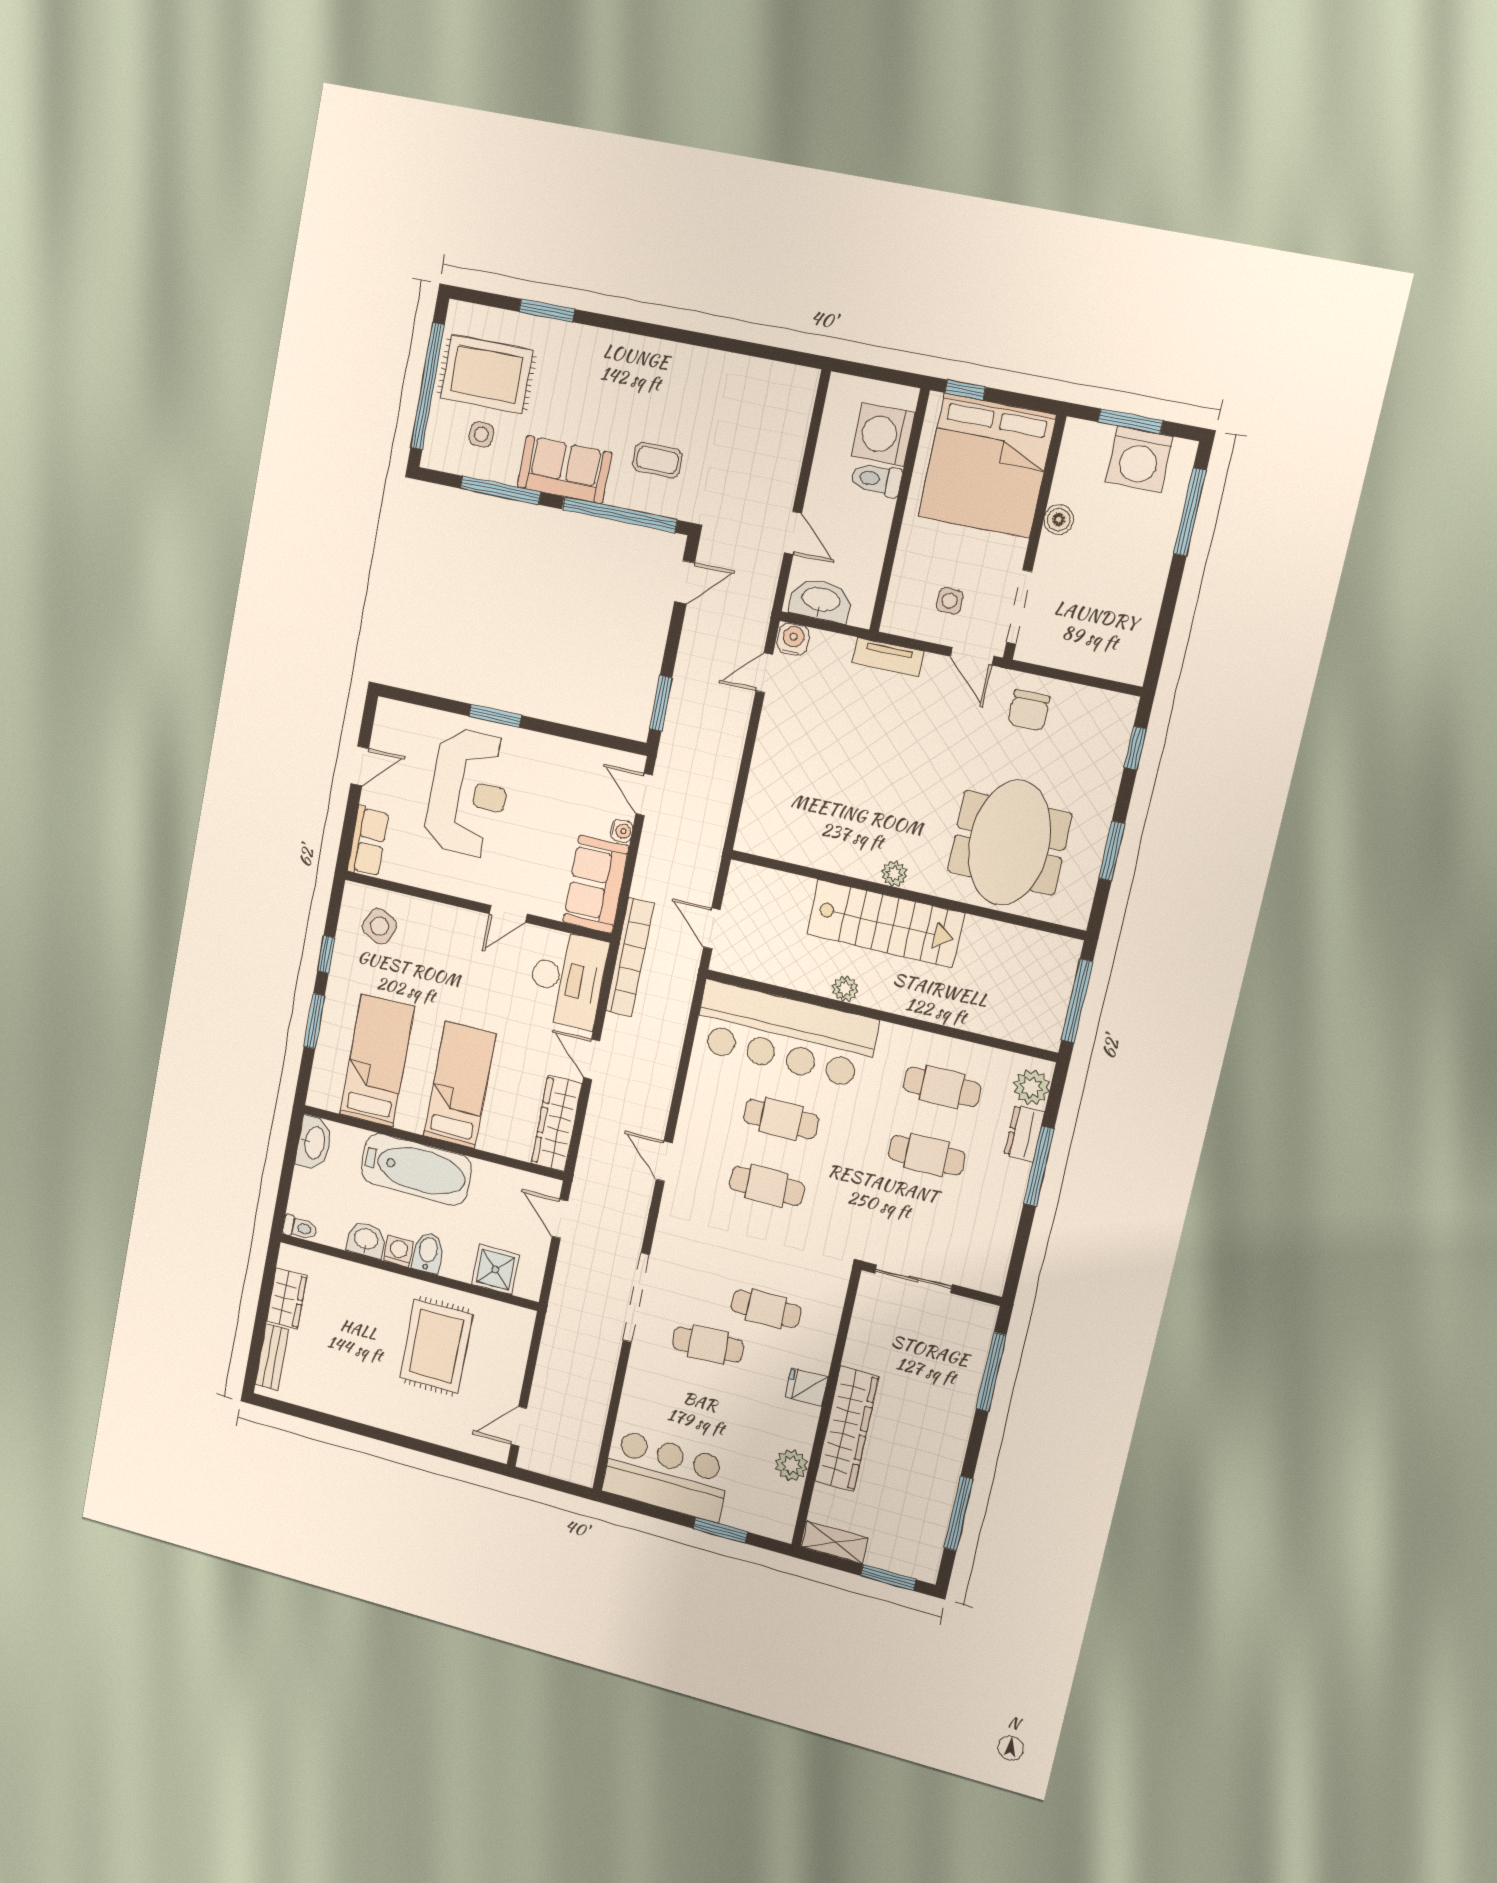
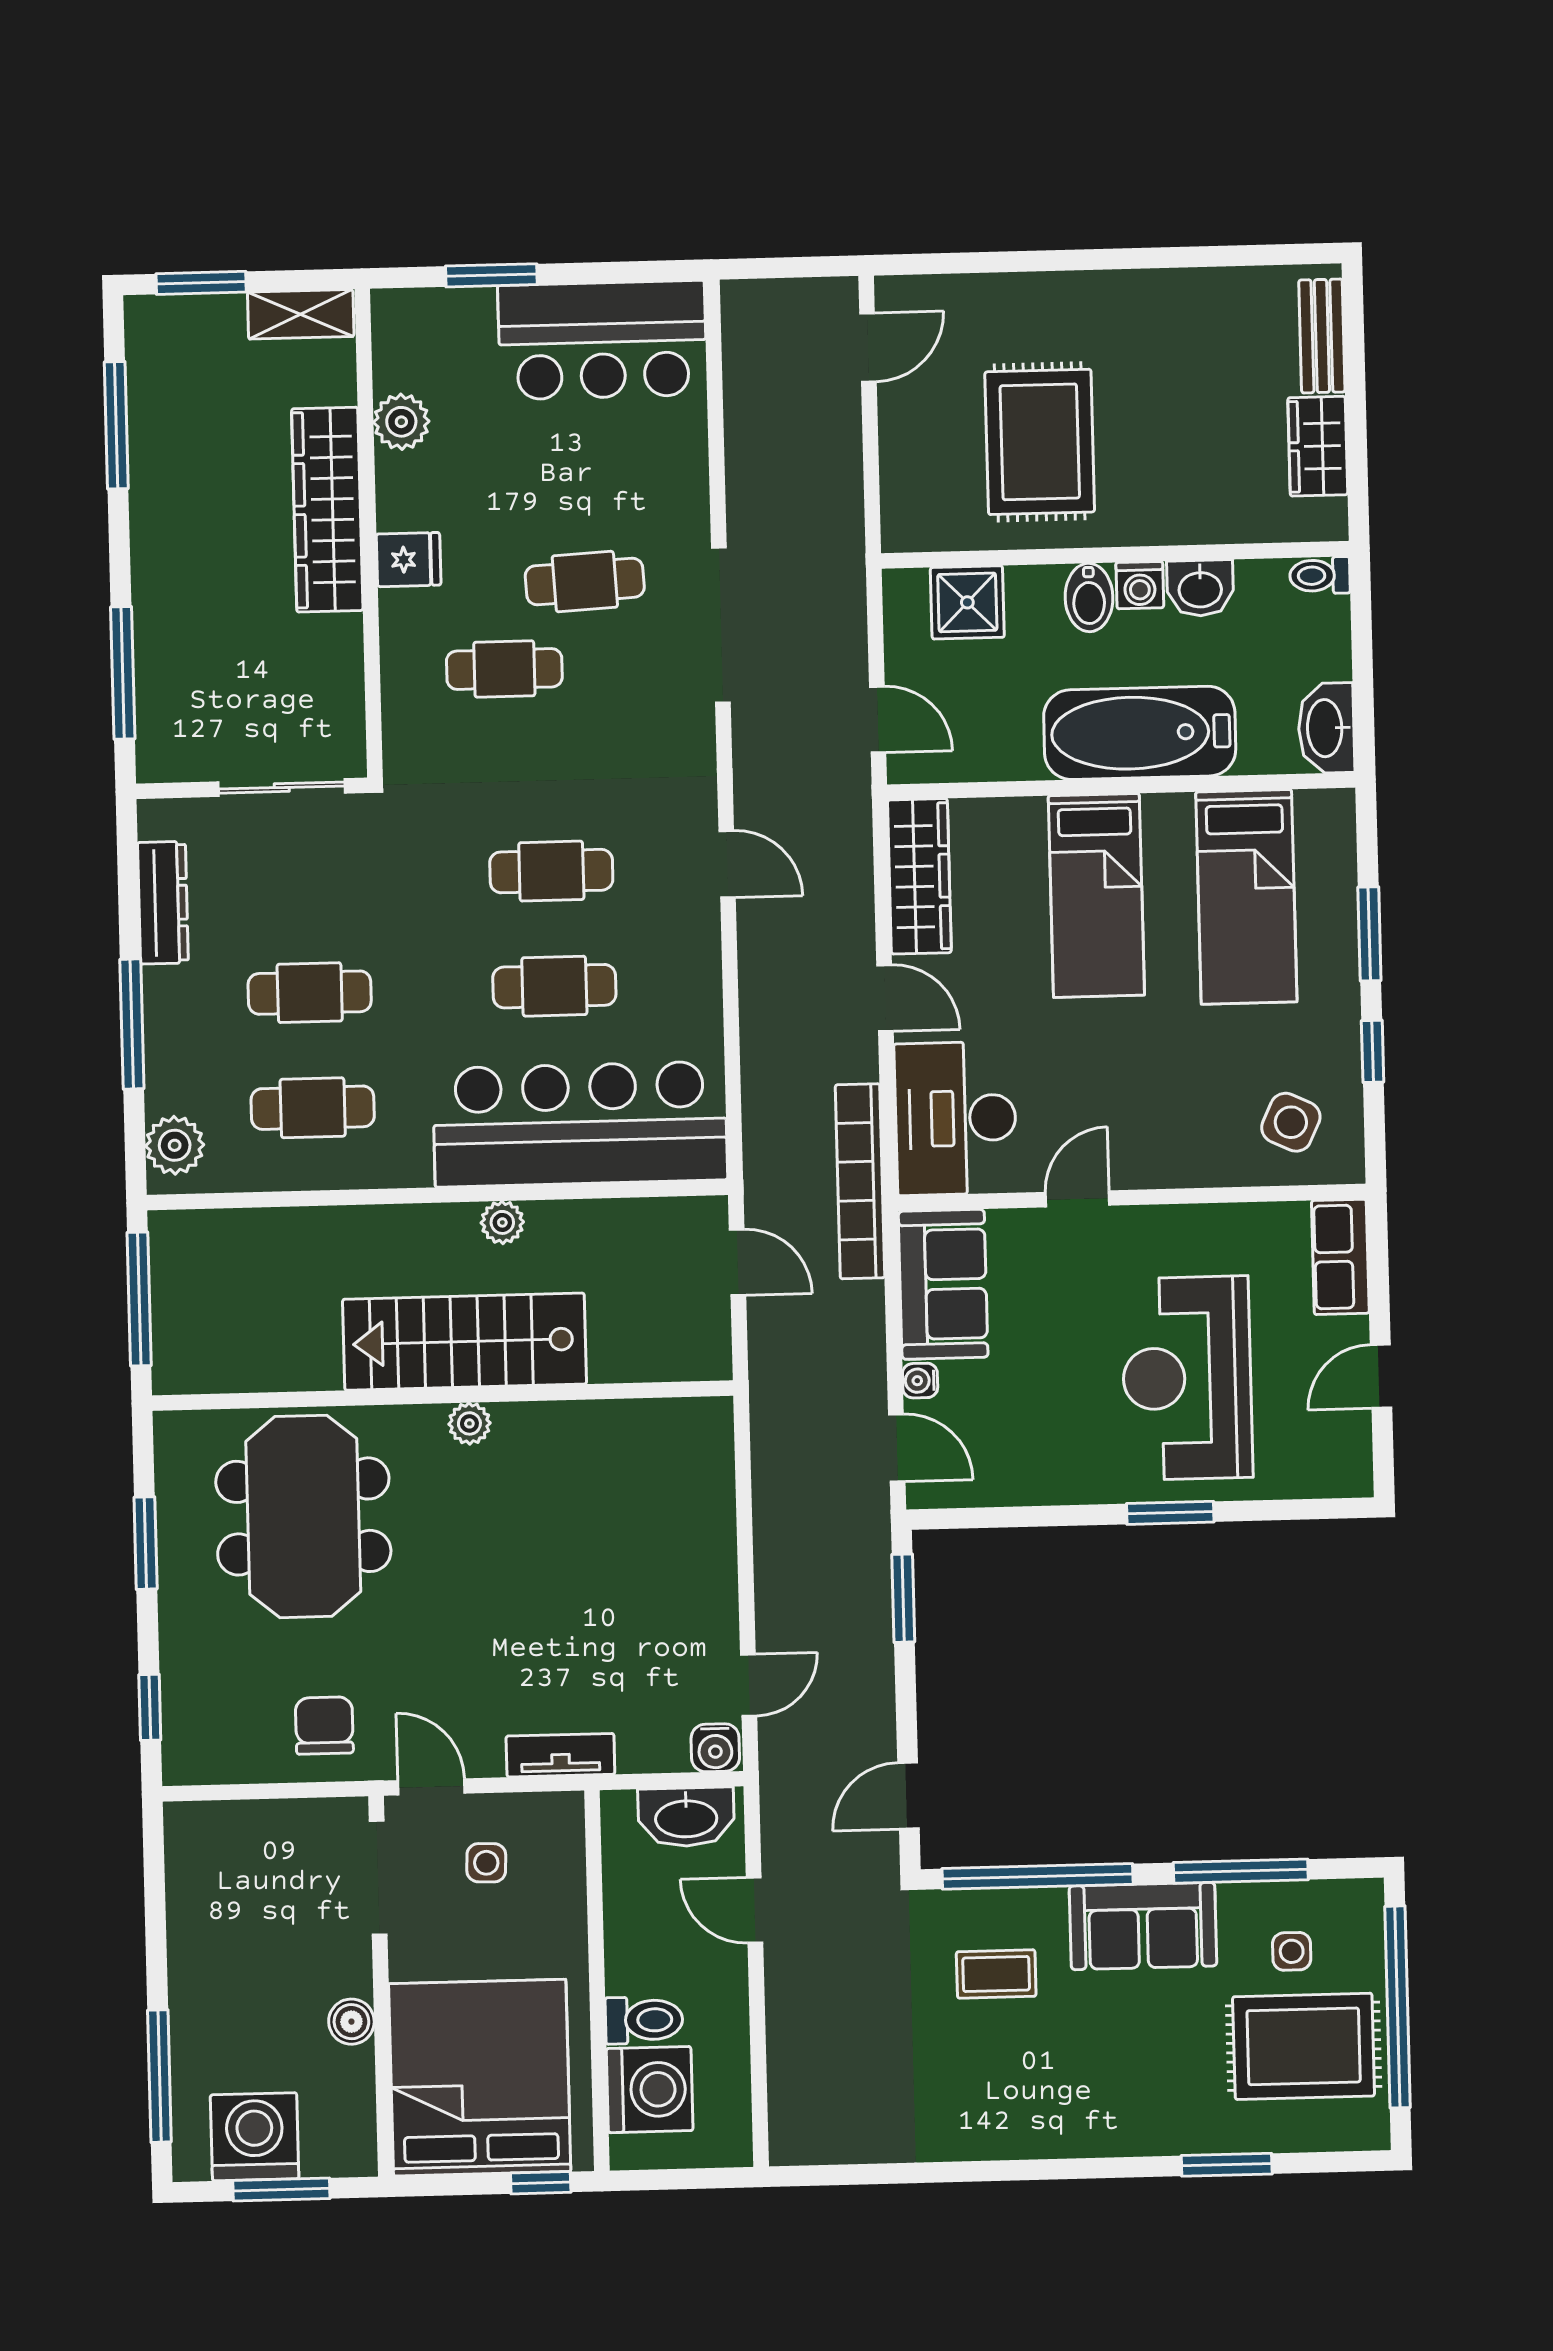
dresser: (1024, 1133) -> (163, 903), moved, width x1.44

